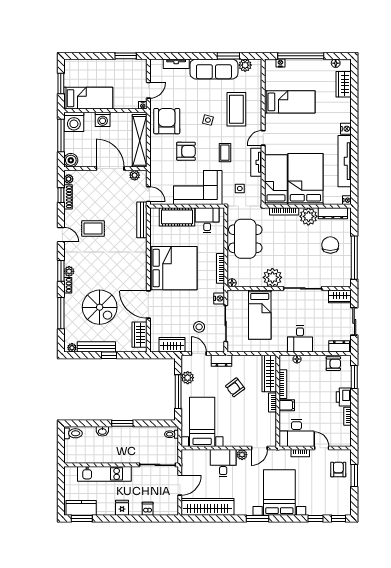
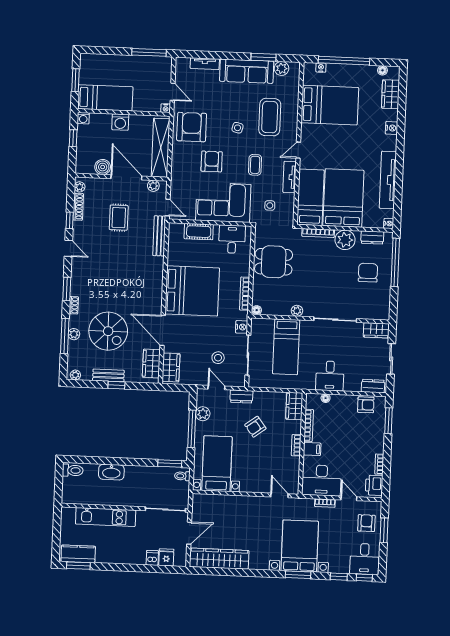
window: (126, 56) -> (149, 52), width x1.44
door: (148, 90) -> (173, 92), hinge flipped
bed: (290, 102) -> (330, 105), width x1.50
washing machine: (74, 122) -> (83, 118), width x0.53, depth x0.53
nightstand: (346, 129) -> (392, 128), moved
window: (61, 136) -> (73, 138), width x0.46
armchair: (186, 151) -> (212, 161), turned -90
boiler: (71, 160) -> (103, 167), moved
window: (61, 195) -> (70, 220), moved
dresser: (333, 213) -> (372, 237), width x0.70
cot: (177, 217) -> (199, 232), width x0.73, depth x0.75
rug: (93, 228) -> (119, 218), moved, turned 90
dining table: (245, 239) -> (274, 262), width x0.73
window: (354, 258) -> (395, 262), moved
plant: (69, 271) -> (74, 334), moved
plant: (272, 277) -> (297, 311), width x0.53, depth x0.53
wardrobe: (172, 345) -> (171, 367), moved, turned 90
bench: (96, 347) -> (108, 375), width x0.73
wardrobe: (269, 373) -> (294, 406), width x0.67
printer: (344, 397) -> (374, 485), moved
window: (122, 423) -> (170, 463), moved
washbasin: (102, 431) -> (111, 472), width x1.91, depth x1.45
door: (259, 448) -> (279, 495), swing flipped
plant: (242, 455) -> (260, 502), removed
desk: (223, 463) -> (364, 559), moved, turned 180
fridge: (122, 508) -> (166, 557), moved
window: (258, 518) -> (298, 575), moved

